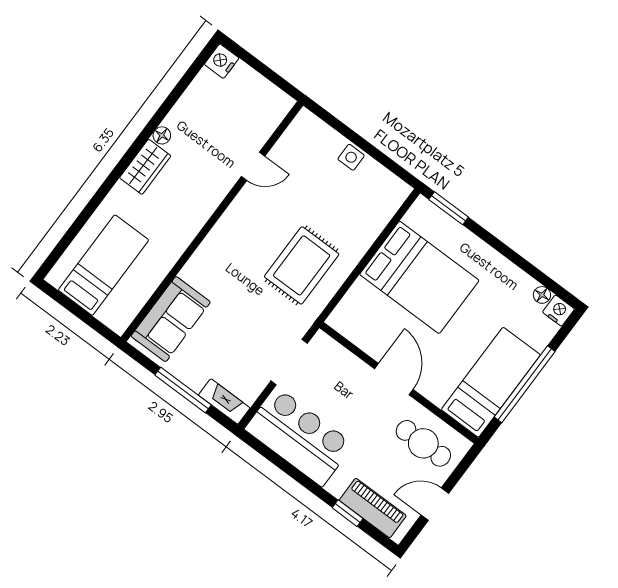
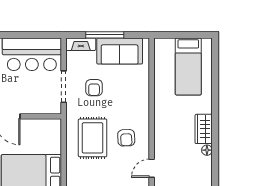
armchair: (257, 232) -> (126, 138), added
sofa: (171, 319) -> (120, 51), moved, turned -90
armchair: (250, 331) -> (94, 88), added

